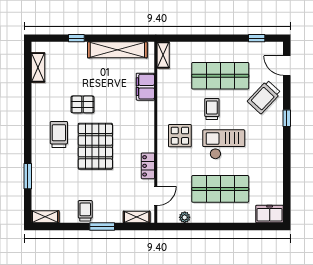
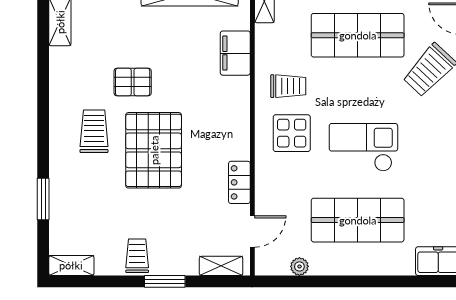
trolley: (212, 109) -> (288, 86), moved, turned 90

